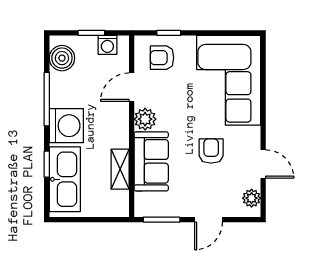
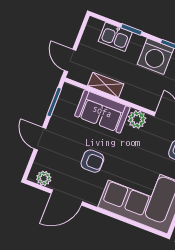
door: (263, 164) -> (67, 198), width x1.37
kitchen sink: (65, 179) -> (115, 37), width x0.53, depth x0.81
door: (108, 220) -> (70, 61), added

